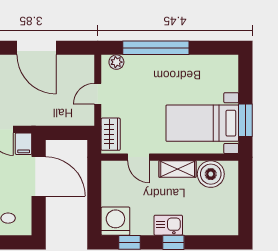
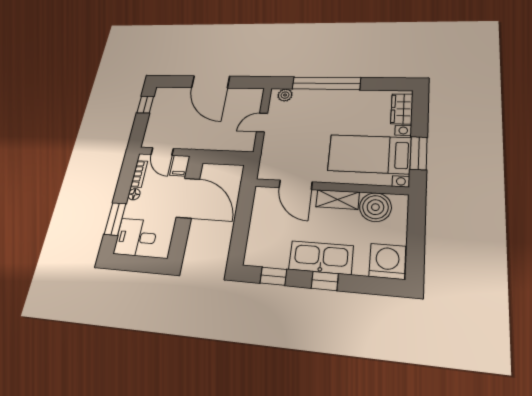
wardrobe: (111, 134) -> (402, 109), moved, turned 180
door: (138, 157) -> (296, 185), width x1.37
washing machine: (115, 221) -> (387, 261), moved
kitchen sink: (168, 225) -> (321, 258), width x1.87, depth x1.24

